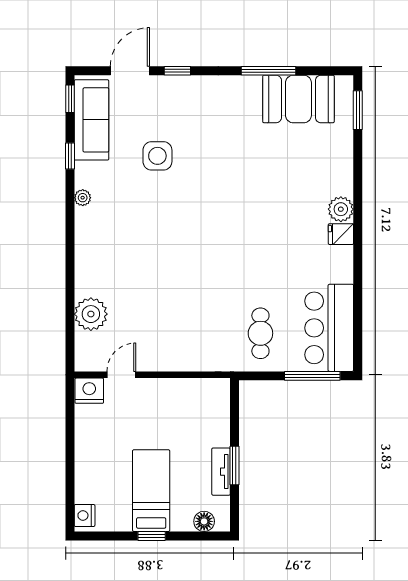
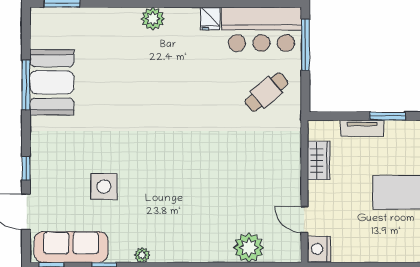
booth: (298, 99) -> (52, 82), moved
fridge: (341, 234) -> (210, 19), moved
cafe table: (260, 333) -> (266, 92), turned -40
wardrobe: (186, 390) -> (319, 160), added
tv unit: (221, 472) -> (362, 128), moved

